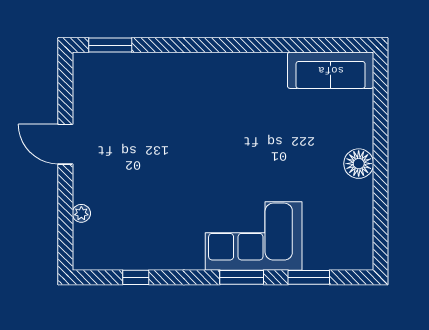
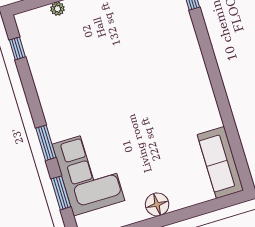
corner sofa: (254, 236) -> (88, 172), moved
window: (136, 277) -> (17, 48), moved

